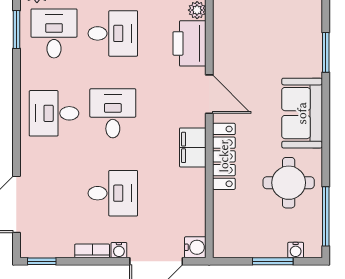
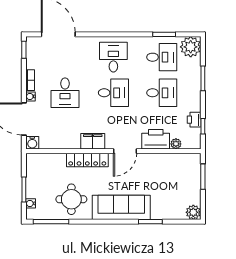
desk: (113, 33) -> (162, 93), turned -90
sofa: (302, 113) -> (121, 207), width x1.36

